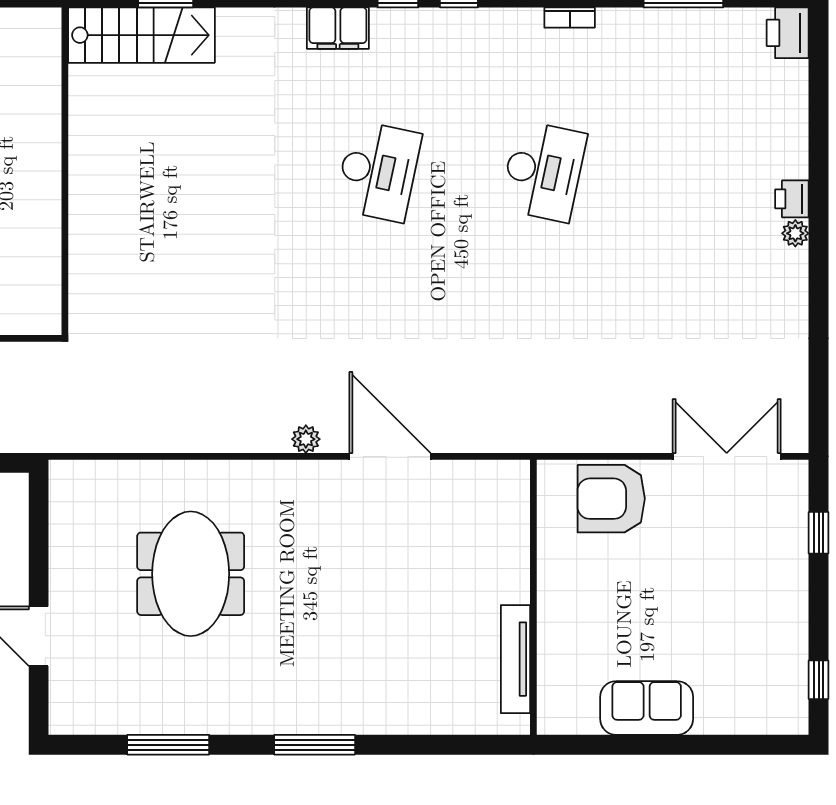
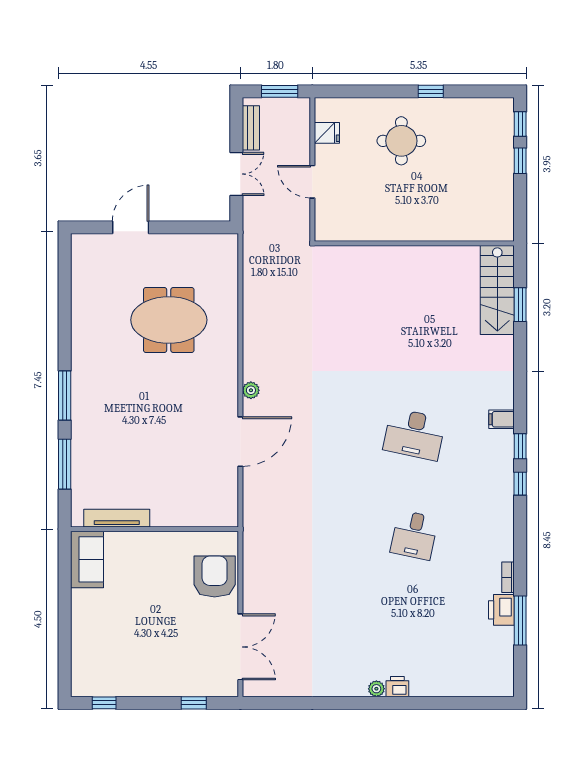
bookcase: (570, 18) -> (508, 577), moved
filing cabinet: (338, 28) -> (502, 419), width x0.50
printer: (788, 33) -> (501, 610), moved, turned -90
desk: (543, 171) -> (414, 535), width x0.73
sofa: (647, 708) -> (87, 559), moved
window: (168, 745) -> (65, 464), moved

